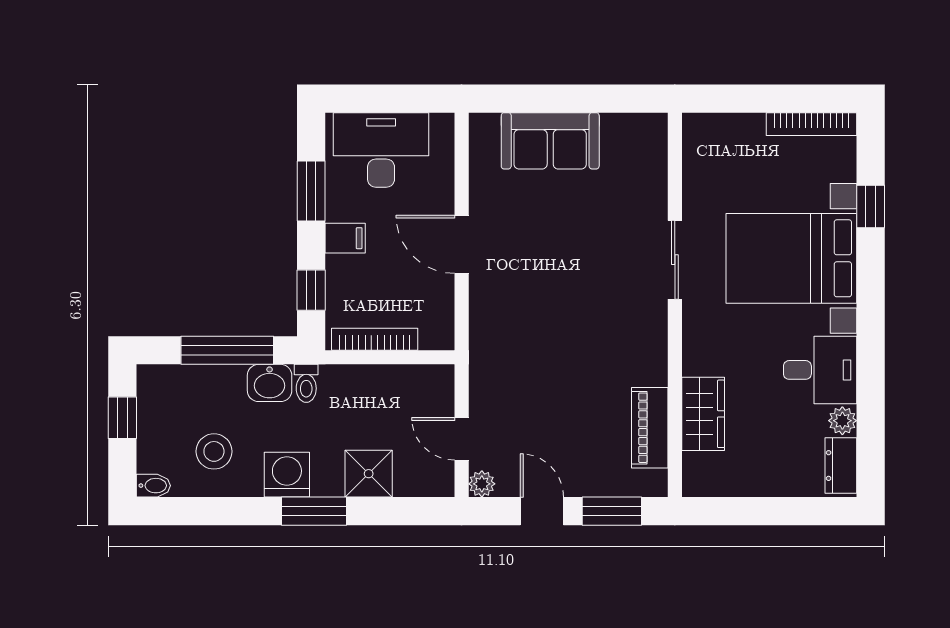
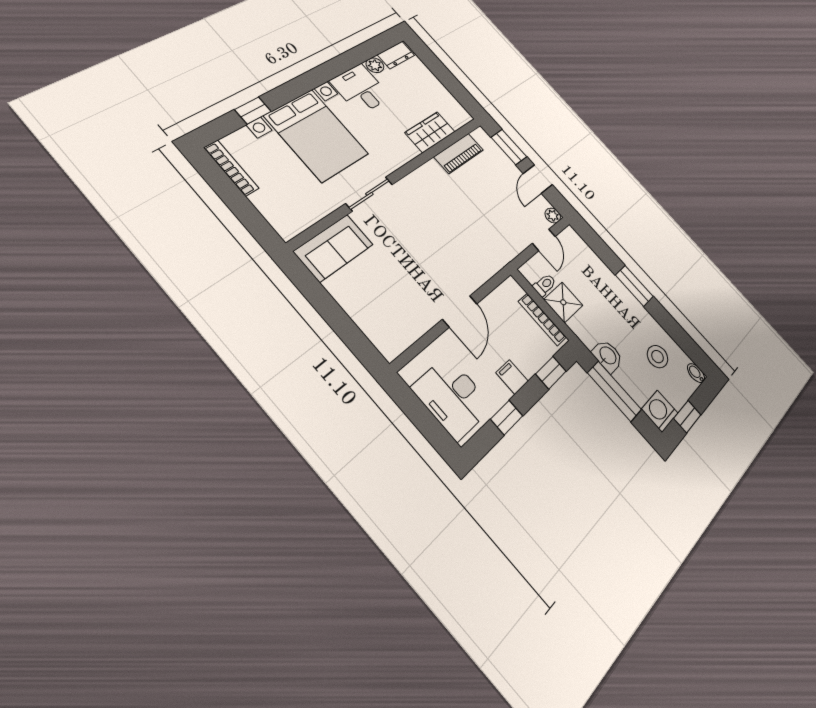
sofa: (550, 141) -> (334, 248), moved, turned 90
window: (311, 191) -> (507, 417), width x0.67
toilet: (306, 383) -> (545, 285), moved
shower: (369, 474) -> (563, 302), moved
washing machine: (287, 475) -> (660, 411), moved, turned 90

